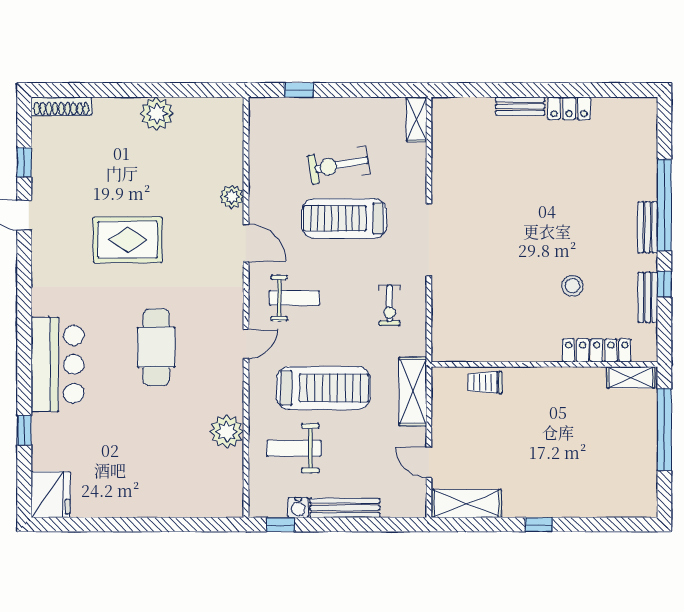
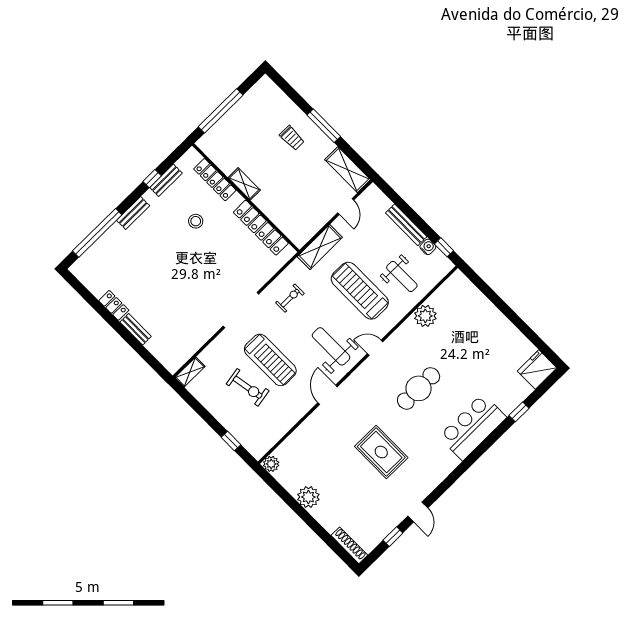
plant: (232, 197) -> (271, 464), moved
window: (664, 205) -> (97, 233), moved
weight bench: (294, 298) -> (331, 346), width x1.36, depth x1.33
locker: (496, 349) -> (261, 228), added
shelving: (631, 377) -> (244, 184), moved
trolley: (485, 382) -> (292, 138), moved
window: (539, 524) -> (324, 126), width x2.17

